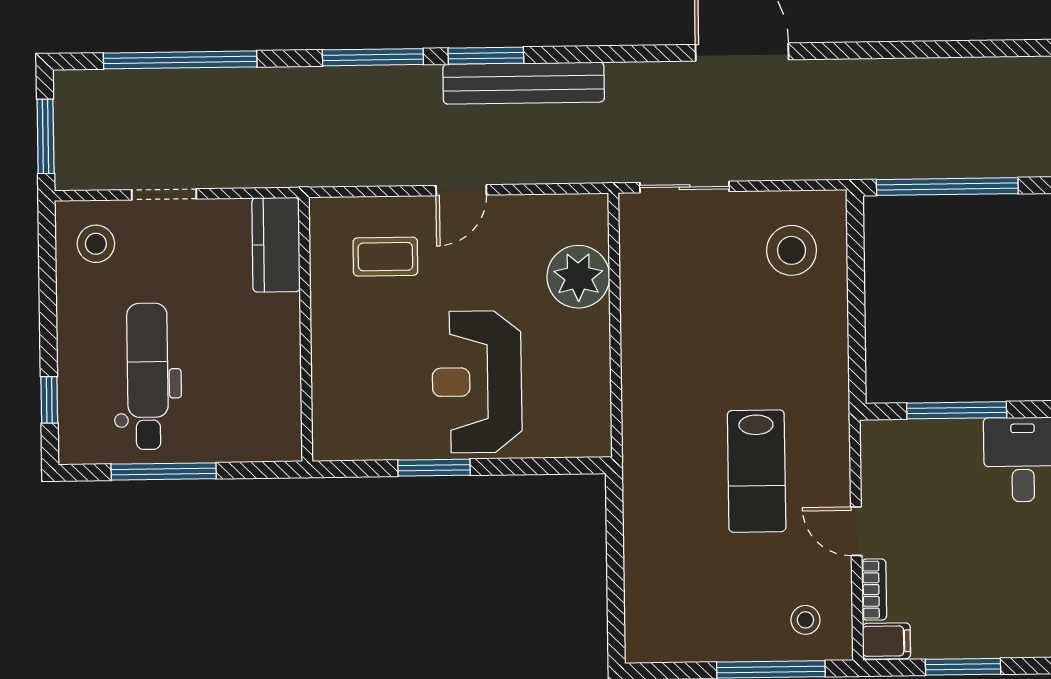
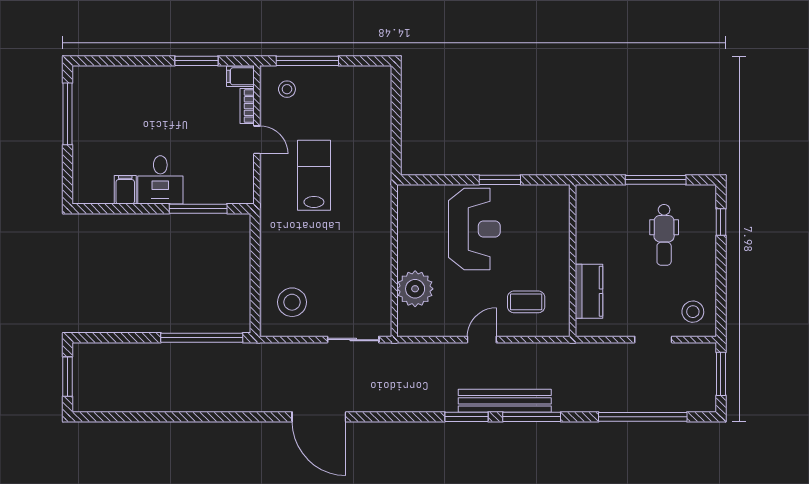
bench: (524, 83) -> (505, 401), moved
kitchen counter: (276, 245) -> (589, 291), moved
dental chair: (148, 376) -> (664, 235), width x0.73, depth x0.72

